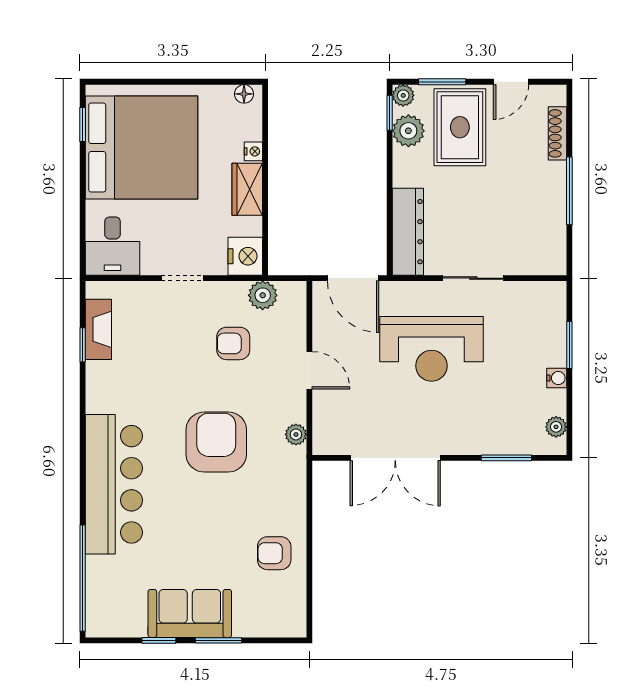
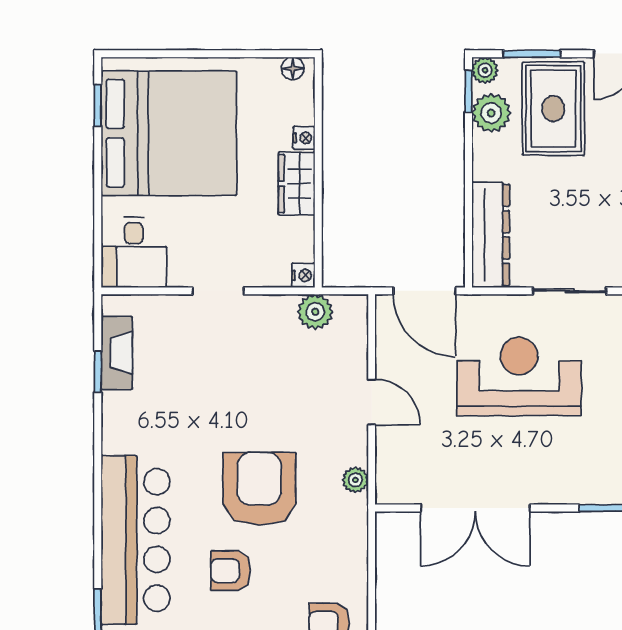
nightstand: (245, 256) -> (303, 275), width x0.53, depth x0.56
armchair: (233, 343) -> (231, 571), moved
reception desk: (431, 349) -> (519, 376), turned 180

